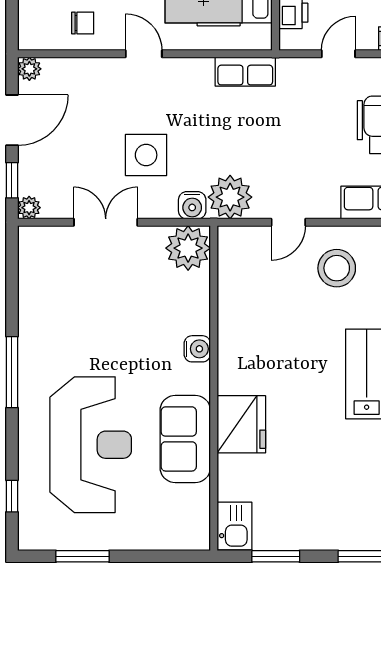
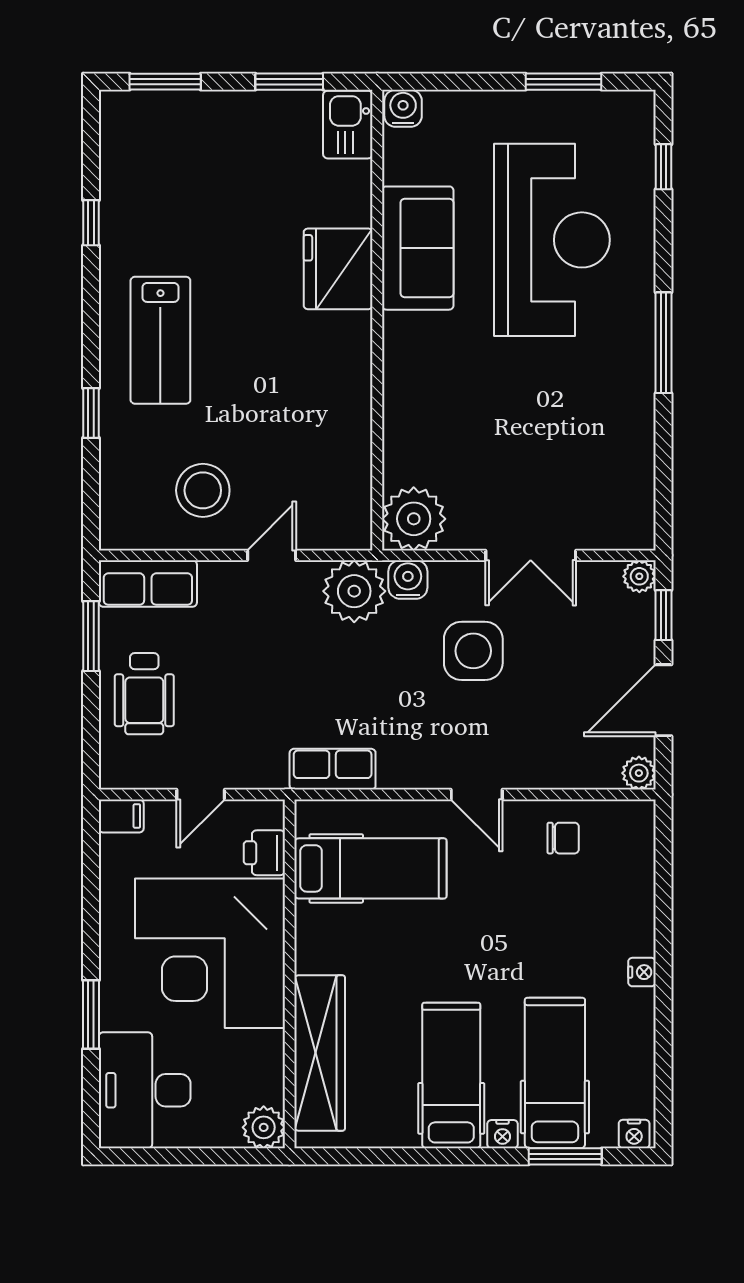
chair: (83, 23) -> (563, 838), turned 180
water cooler: (197, 349) -> (403, 108), moved, turned 90
reception desk: (91, 445) -> (552, 240), turned 180

